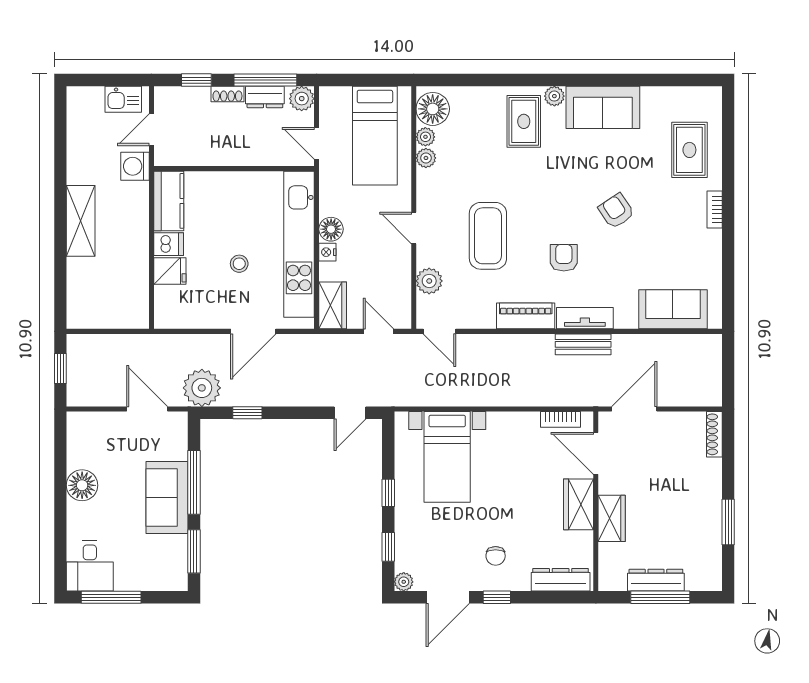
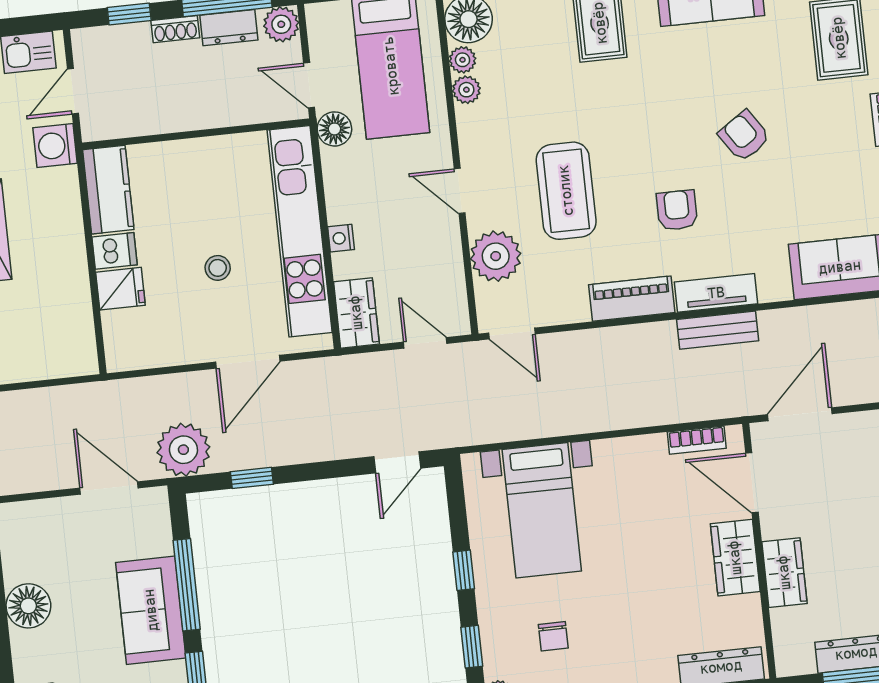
floor lamp: (331, 229) -> (334, 129), moved
plant: (429, 281) -> (496, 256), width x1.36, depth x1.36
chair: (496, 556) -> (553, 636), moved

